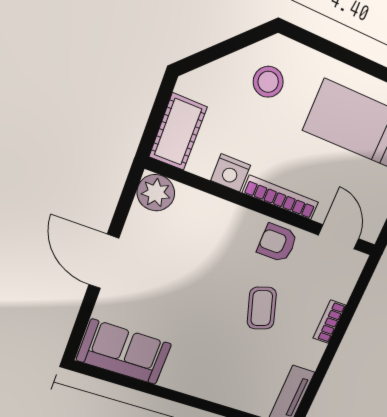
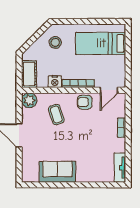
door: (339, 237) -> (109, 90), swing flipped
coffee table: (262, 308) -> (56, 115), moved
sofa: (124, 352) -> (57, 172), moved

